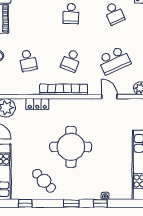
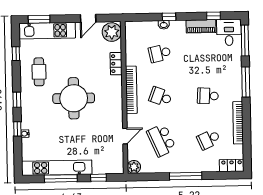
cafe table: (44, 181) -> (39, 72), turned -46

